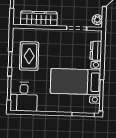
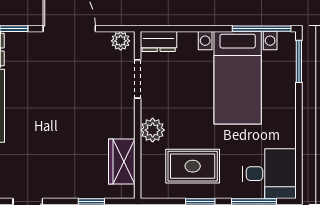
wardrobe: (39, 18) -> (122, 161), width x0.67
plant: (49, 35) -> (153, 130), added
dresser: (96, 51) -> (159, 41), moved

